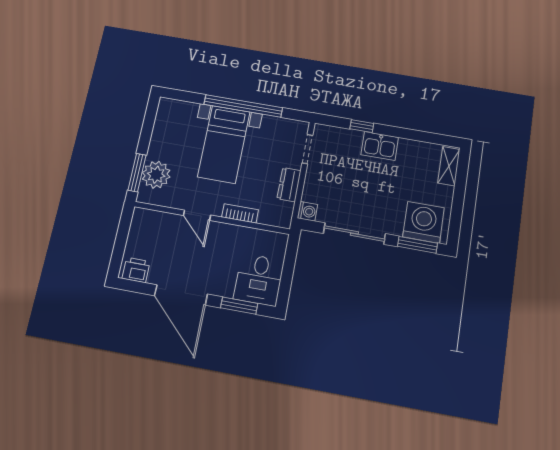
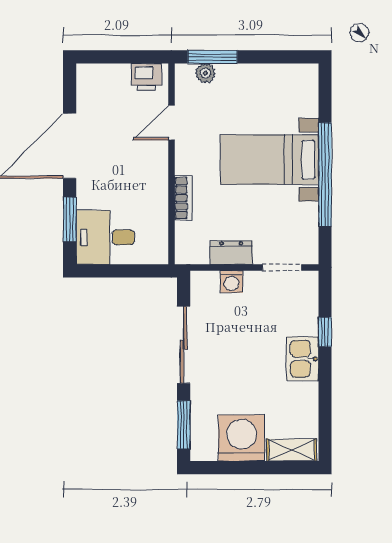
plant: (156, 175) -> (205, 73), width x0.53, depth x0.53
washing machine: (307, 211) -> (232, 282), moved
door: (197, 215) -> (171, 123), moved
washing machine: (423, 222) -> (242, 438), moved, turned -90
printer: (136, 270) -> (147, 77), moved, turned 90

